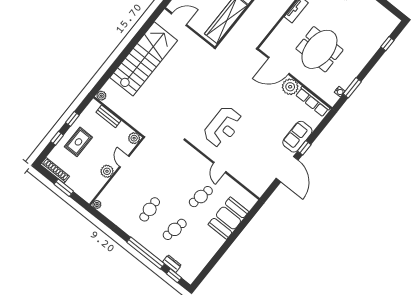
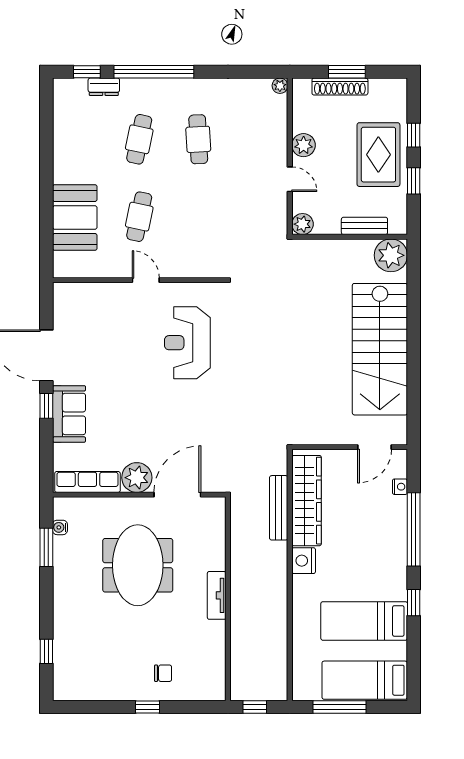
bench: (240, 26) -> (279, 508), added
plant: (101, 96) -> (391, 255), width x1.87, depth x1.87
rug: (78, 142) -> (378, 155), width x1.36, depth x1.43
shoe rack: (55, 170) -> (340, 87), moved

